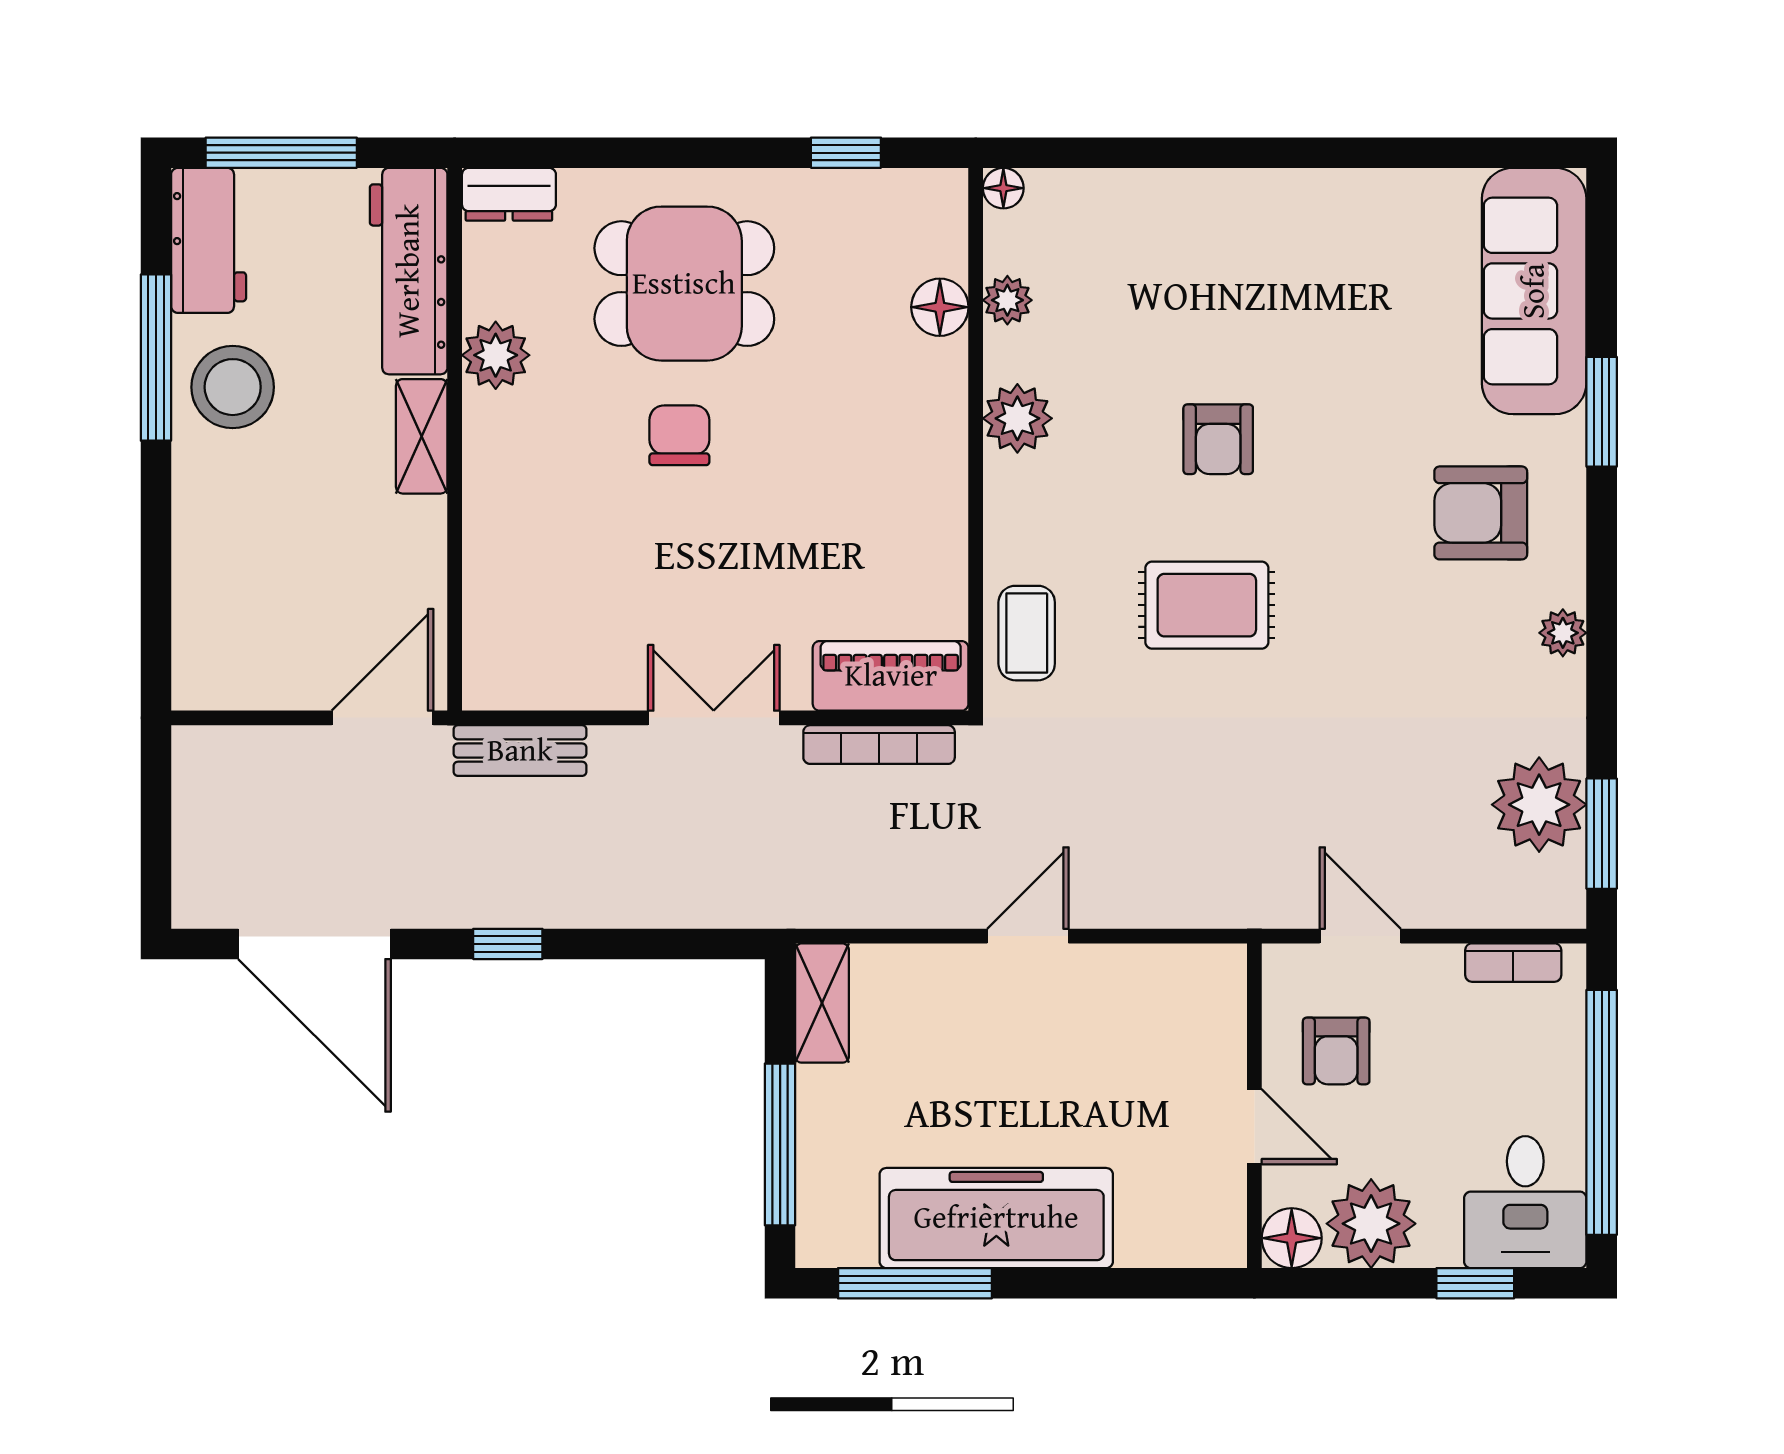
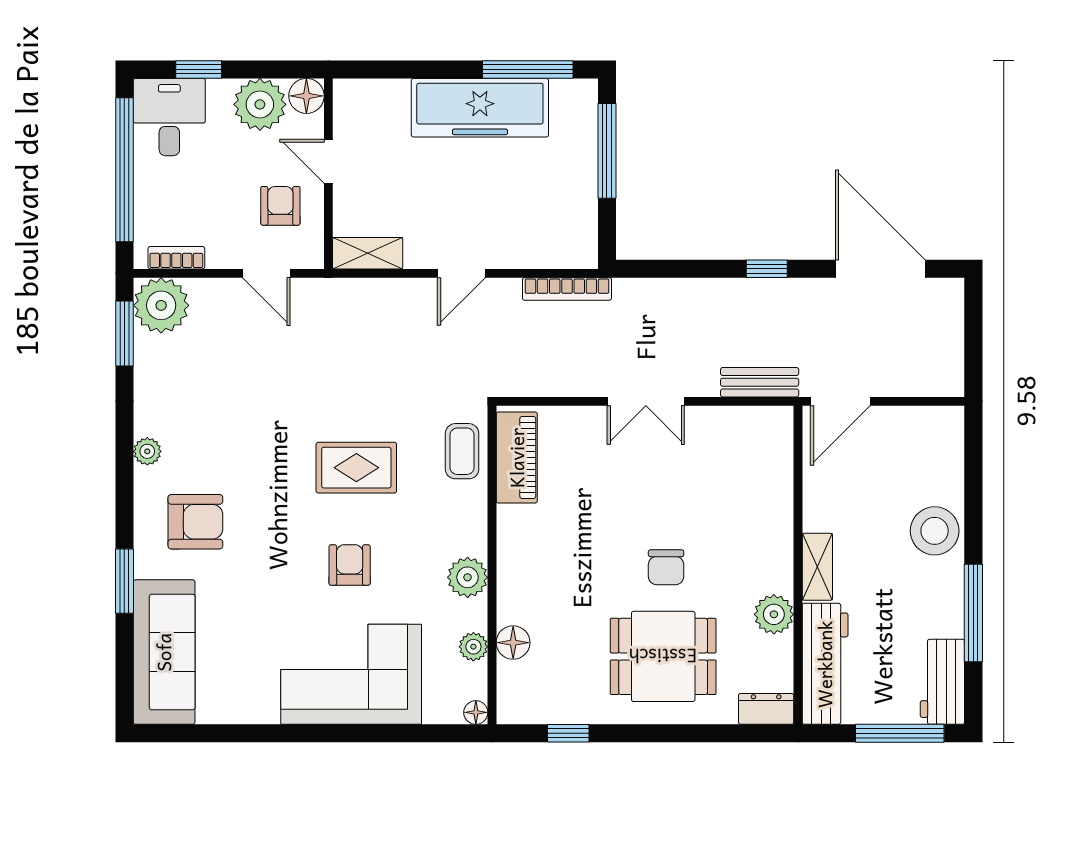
corner sofa: (1216, 253) -> (351, 674), added
stool: (233, 387) -> (935, 531), moved
piano: (891, 676) -> (517, 458), moved, turned -90
bookcase: (879, 745) -> (567, 289), moved, turned 180
plant: (1539, 805) -> (161, 305), moved
shelving: (822, 1003) -> (368, 253), moved, turned 90

